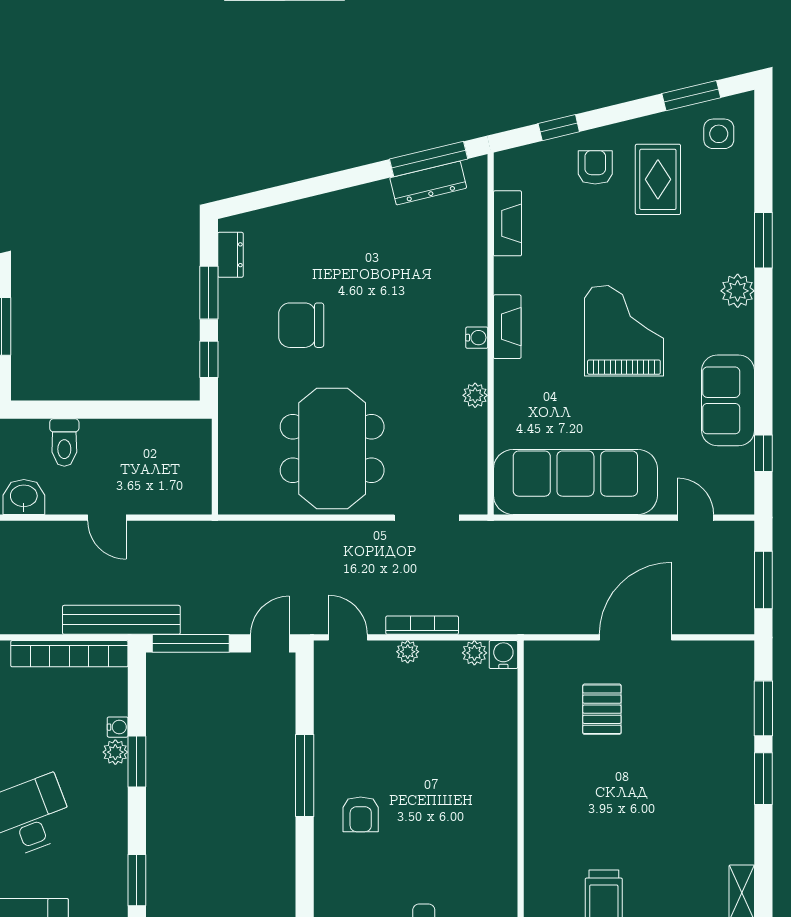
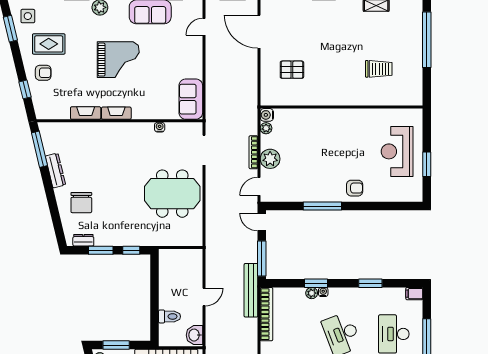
armchair: (595, 167) -> (43, 73), turned 180
dresser: (428, 183) -> (55, 171), moved
fireplace: (507, 223) -> (86, 113), moved
chair: (301, 325) -> (81, 203), moved
grand piano: (624, 331) -> (118, 60), turned 180
water cooler: (477, 338) -> (160, 127), moved
plant: (475, 395) -> (148, 128), removed
sofa: (575, 482) -> (191, 99), width x0.54, depth x0.79
door: (636, 637) -> (259, 32), moved
plant: (408, 652) -> (270, 159), width x1.88, depth x1.88
water cooler: (118, 727) -> (323, 292), moved
armchair: (361, 814) -> (355, 188), moved

